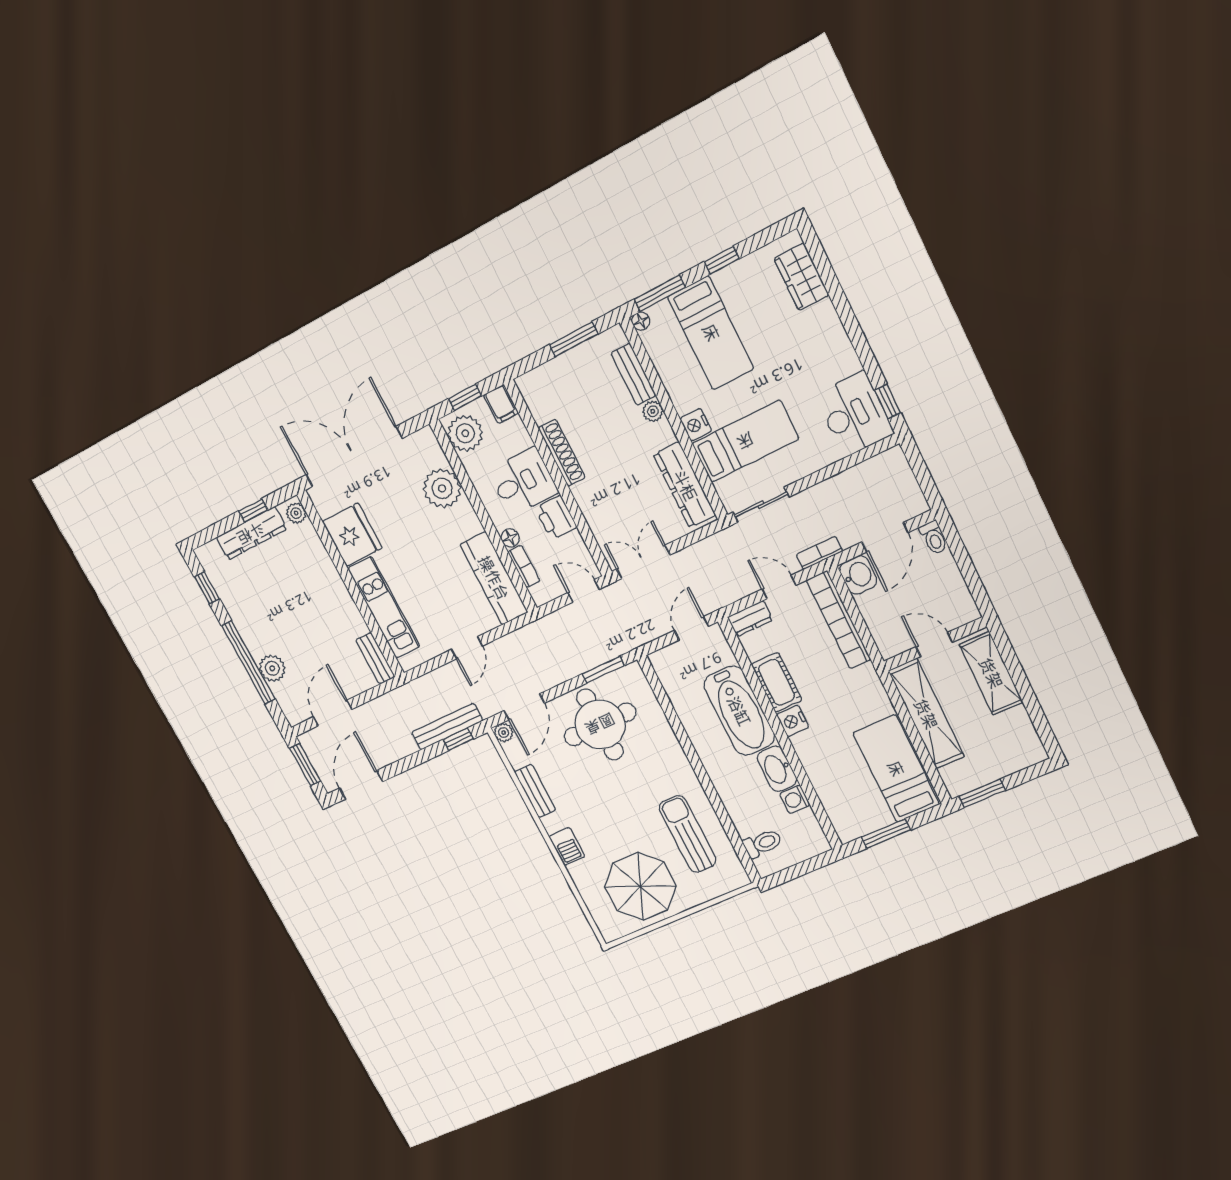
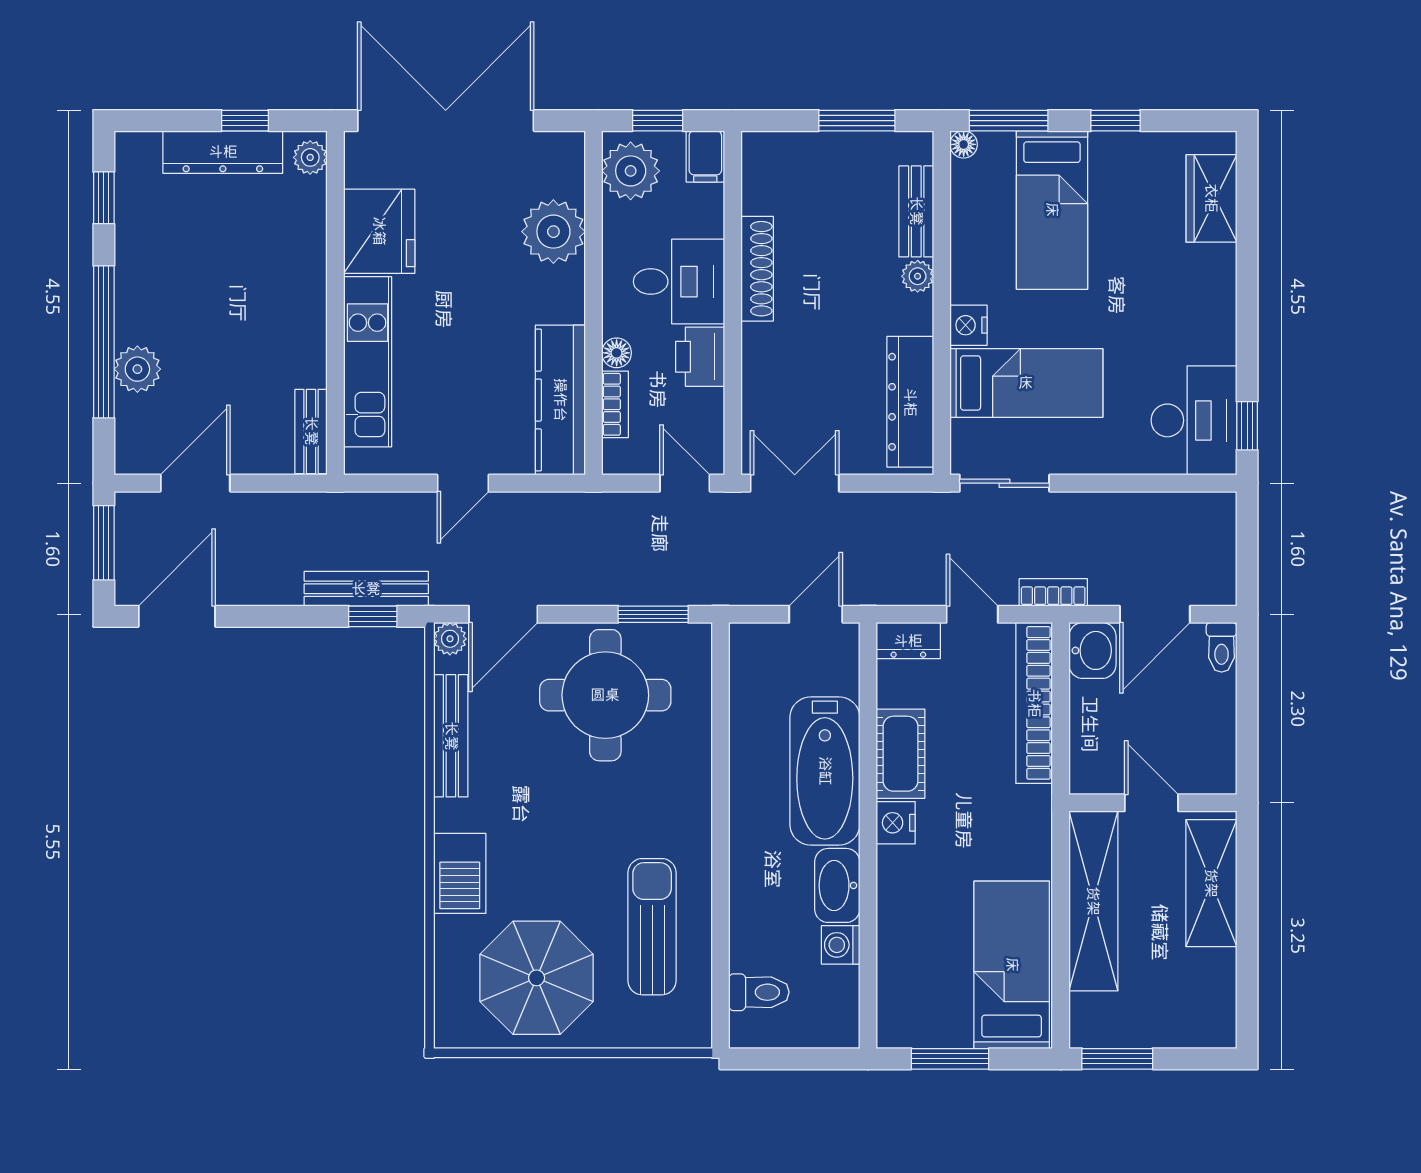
bench: (535, 791) -> (451, 736), width x1.36
barbecue: (567, 846) -> (460, 873), width x1.38, depth x1.27

